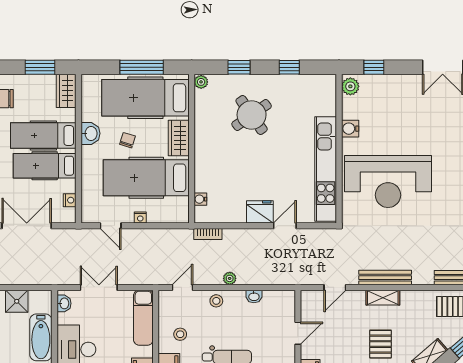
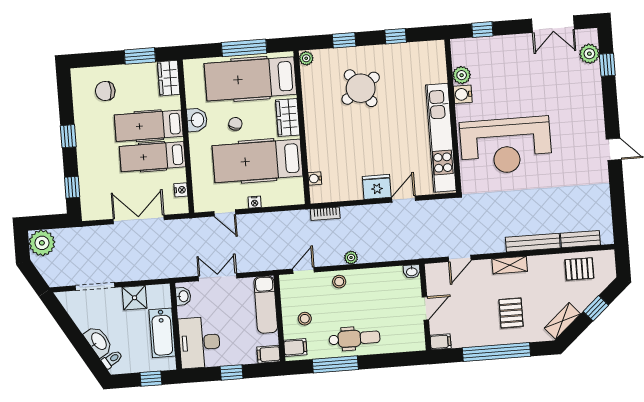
plant: (350, 86) -> (462, 75), moved
bench: (385, 278) -> (533, 243), moved
washbasin: (254, 296) -> (412, 271), moved

